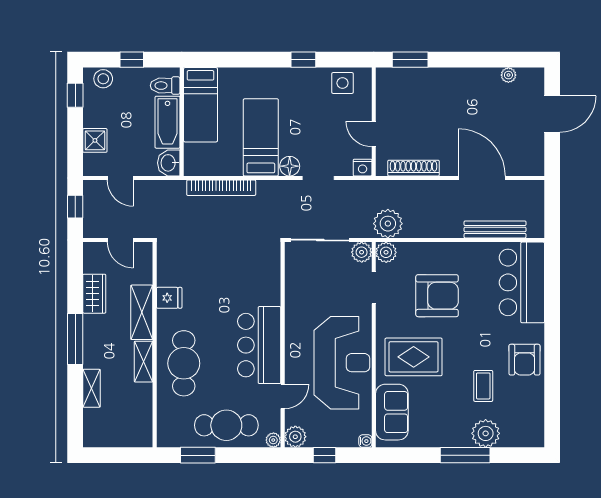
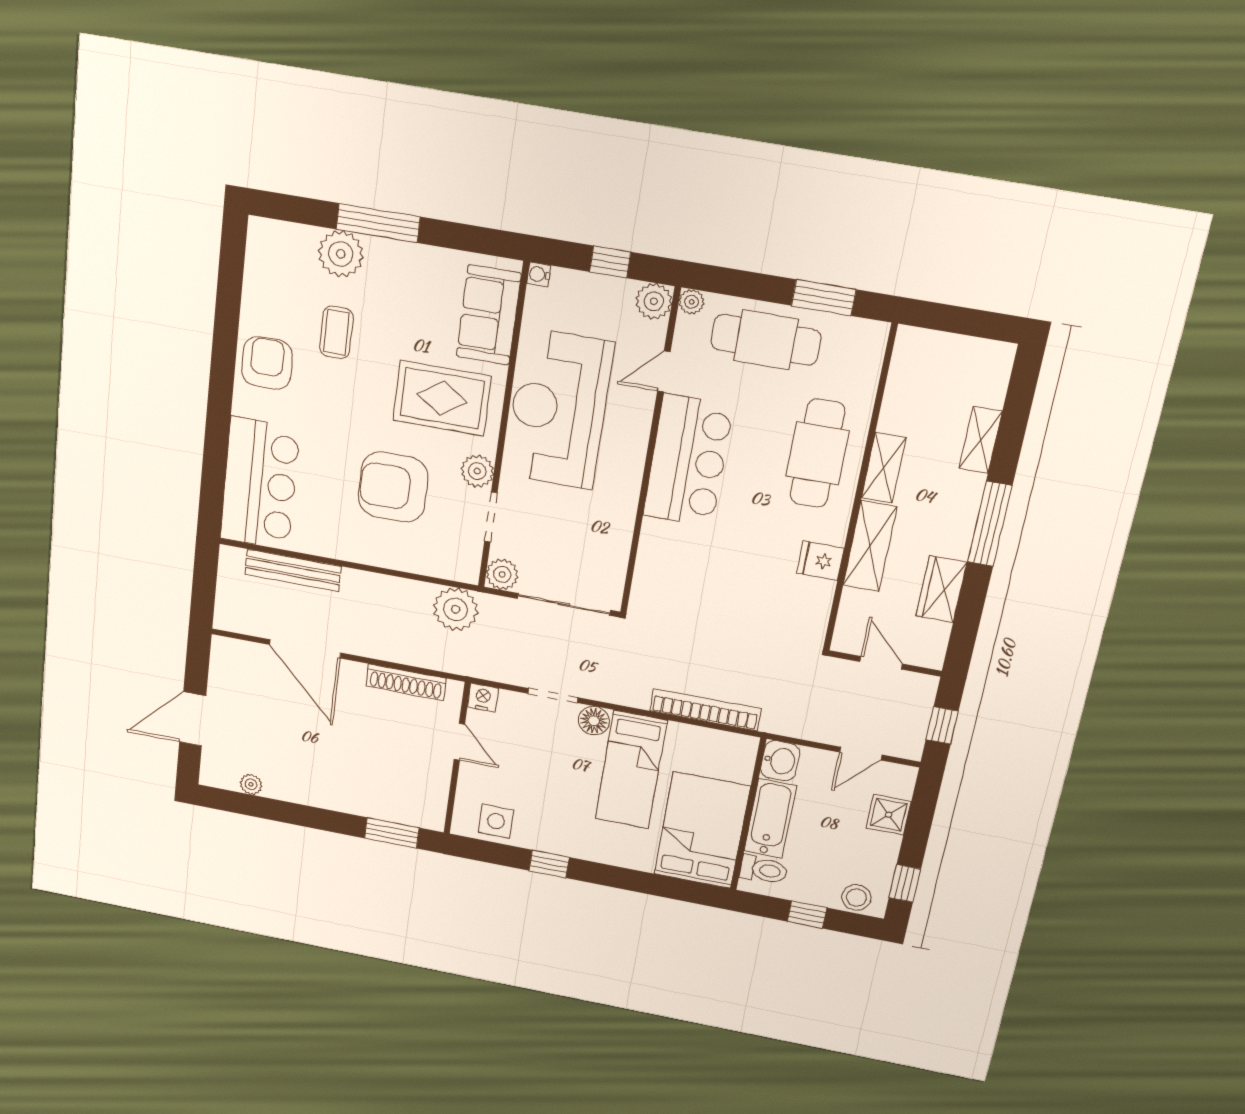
bed: (201, 105) -> (702, 830), width x1.50
door: (120, 178) -> (861, 754), swing flipped
plant: (386, 252) -> (477, 471), moved

